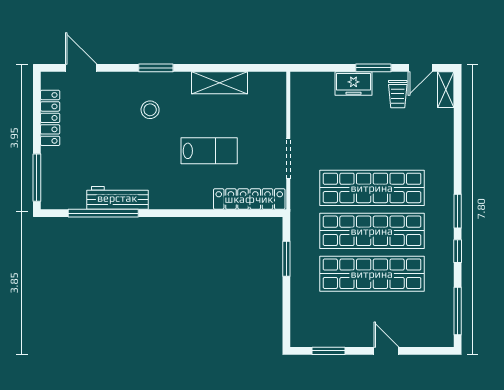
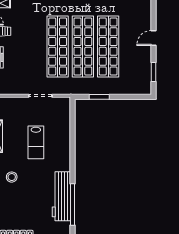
lab bench: (209, 151) -> (36, 142), turned 180
workbench: (117, 198) -> (61, 196), width x1.36, depth x1.32
locker: (249, 199) -> (64, 119), removed

